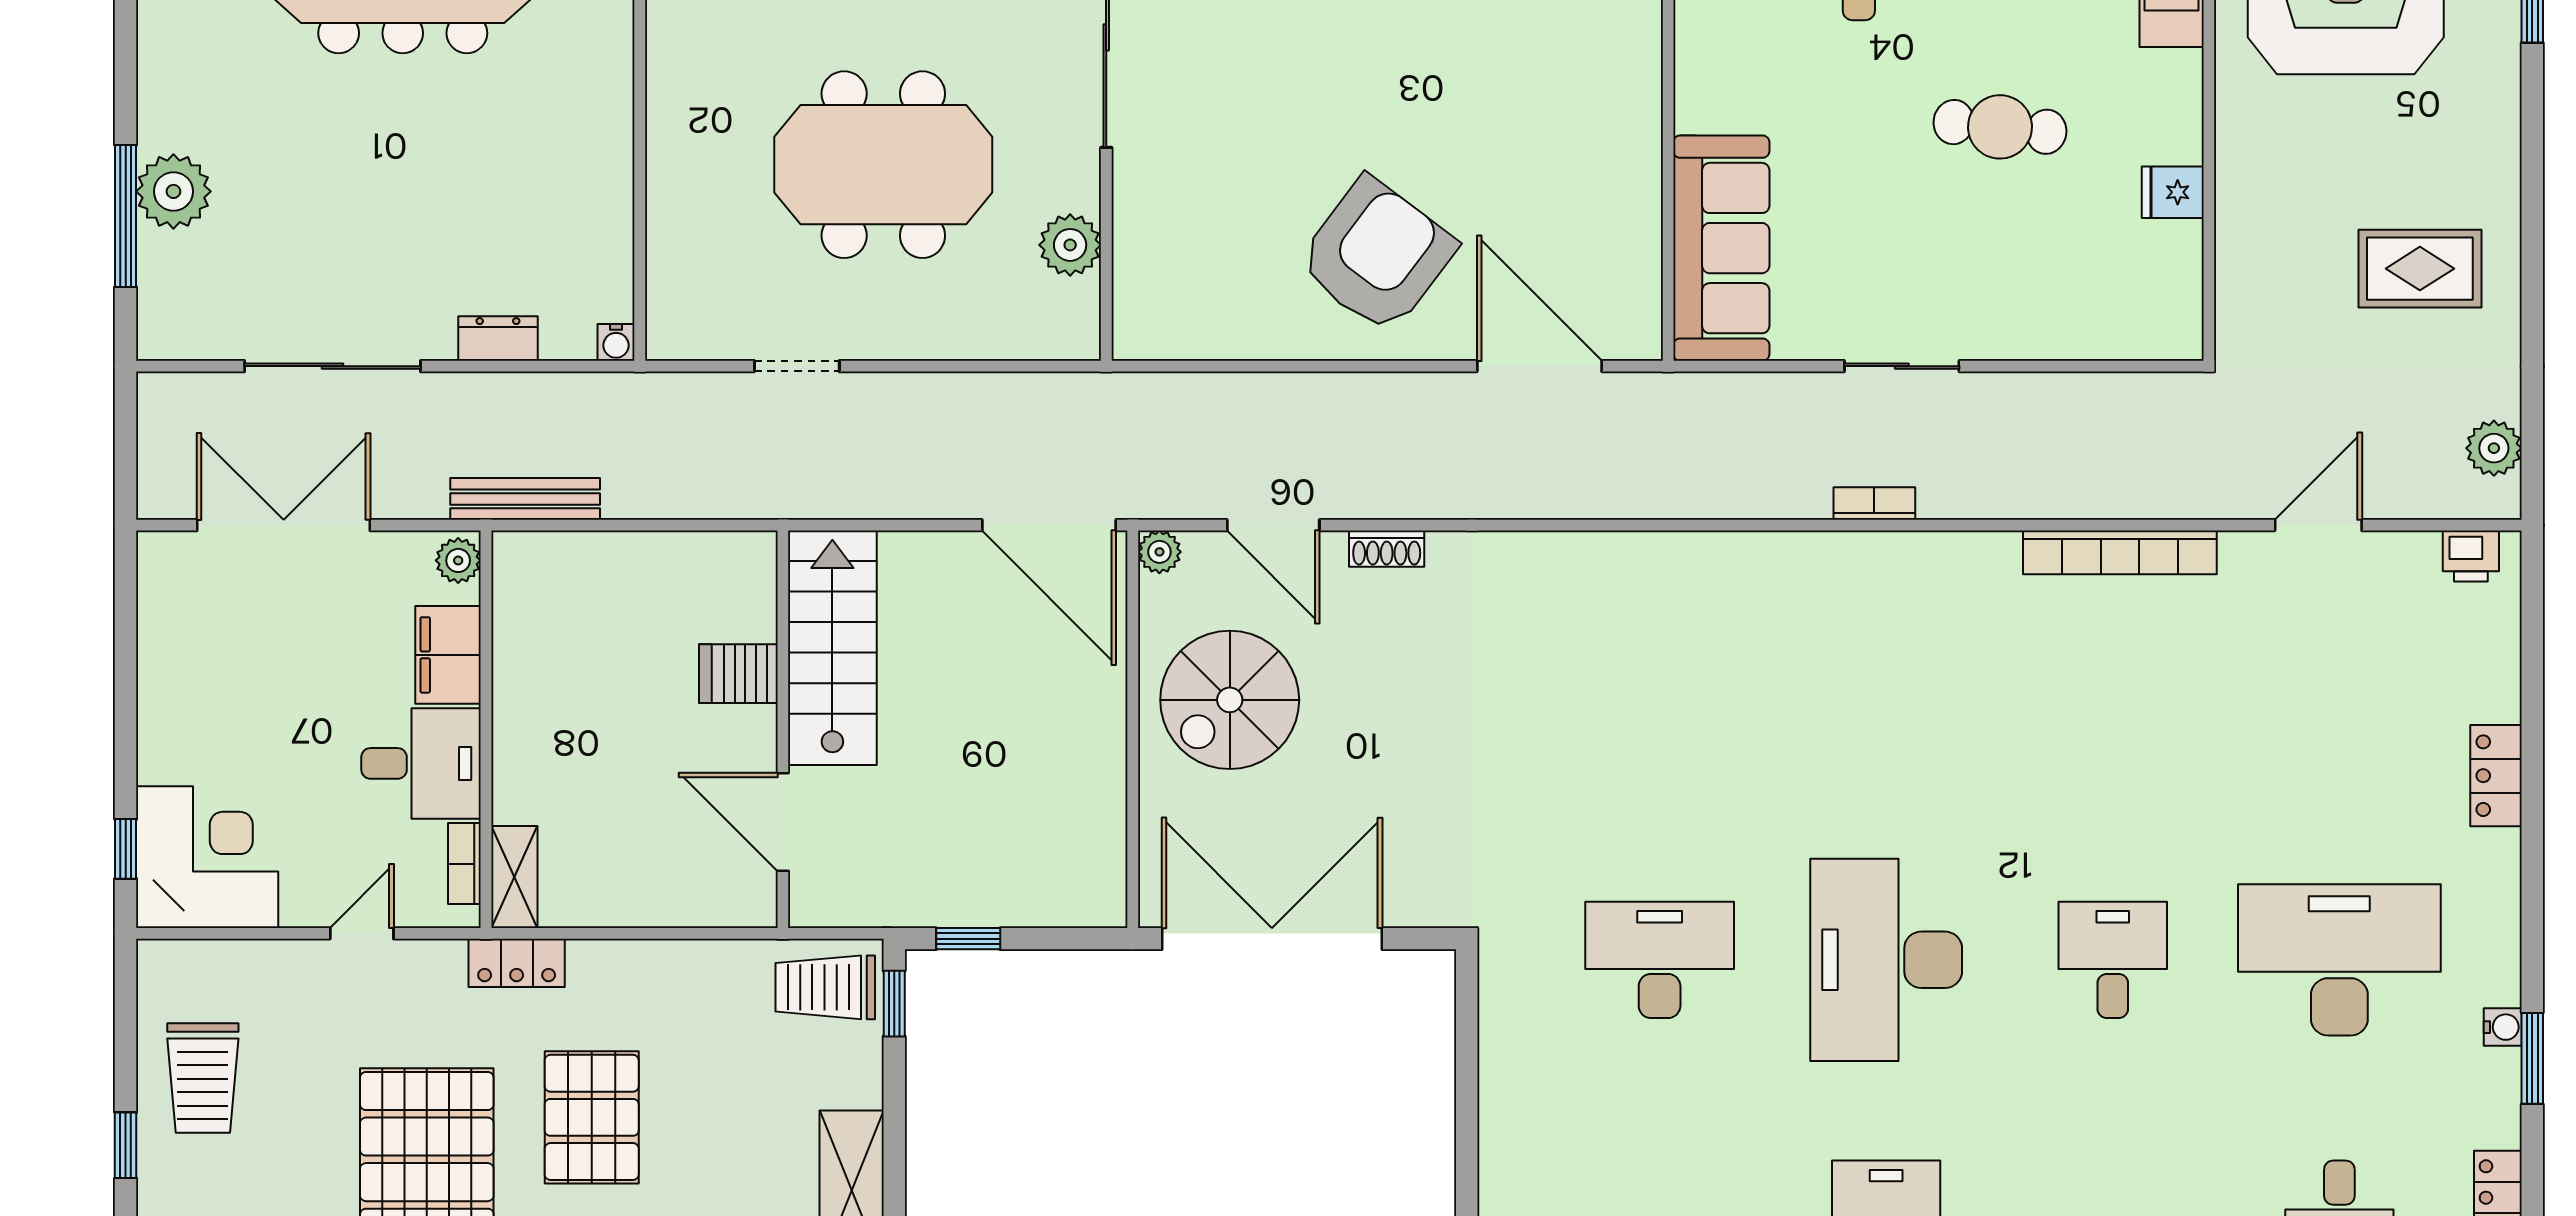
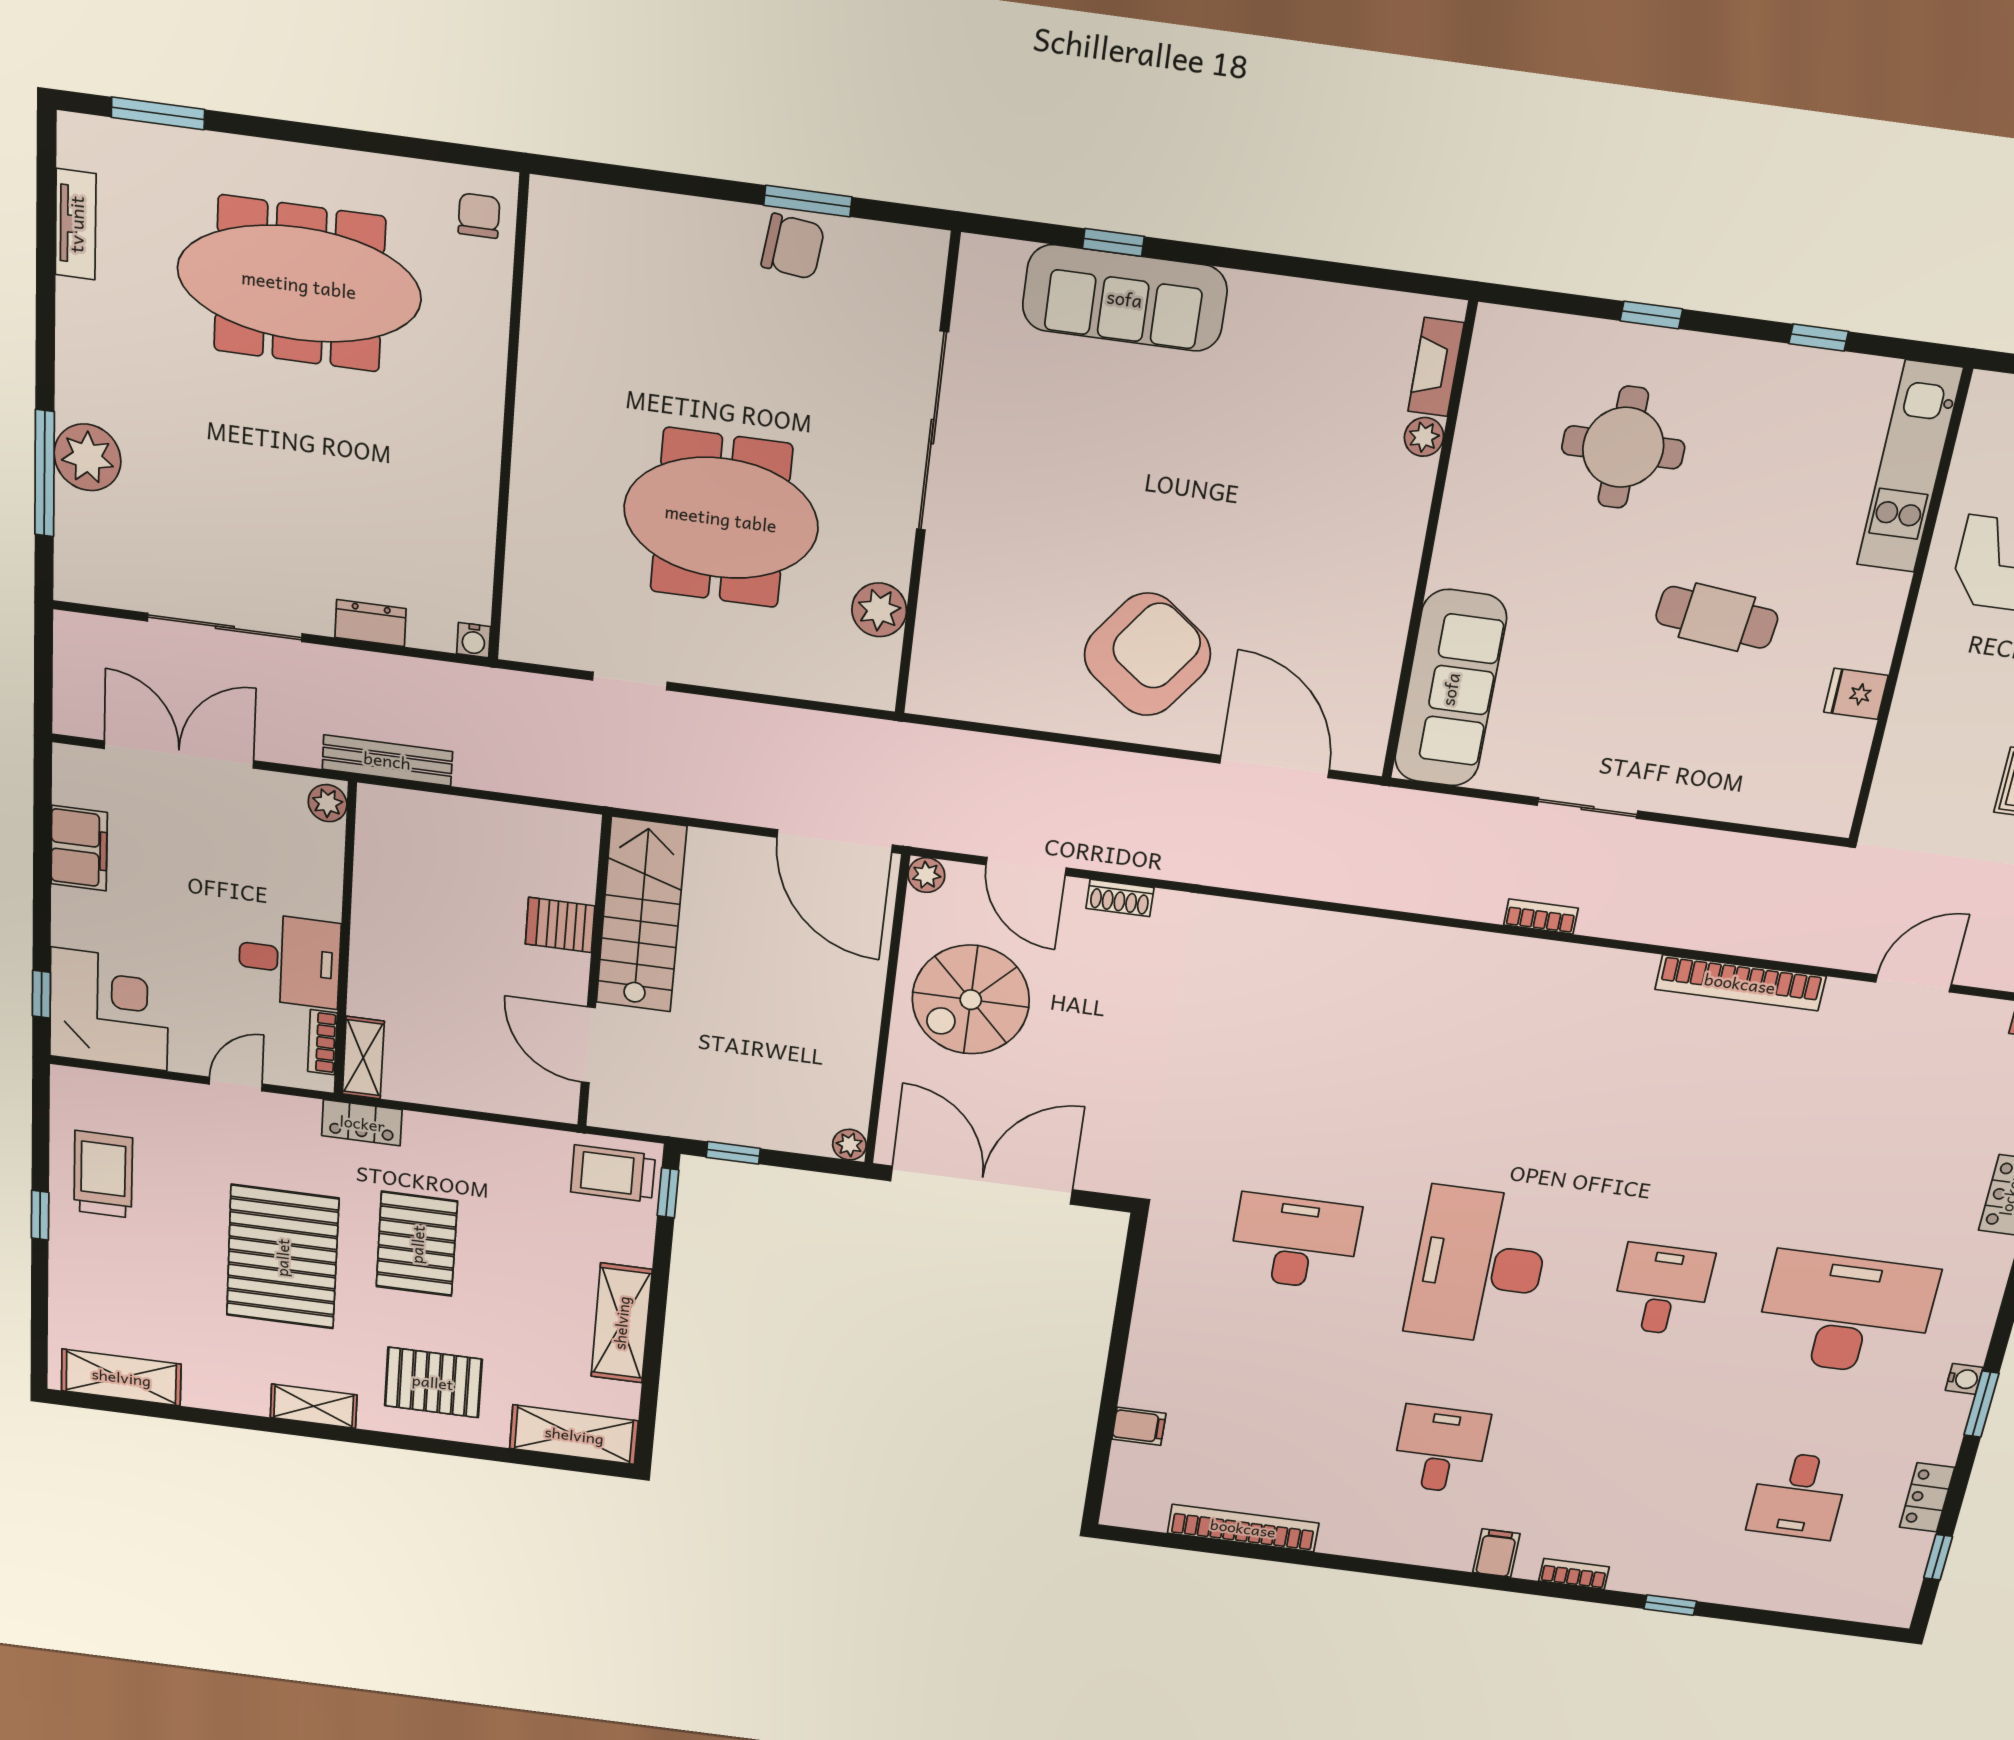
filing cabinet: (448, 655) -> (79, 848), moved, turned 180
plant: (1107, 908) -> (849, 1145), added
trolley: (203, 1078) -> (103, 1174), turned 180

